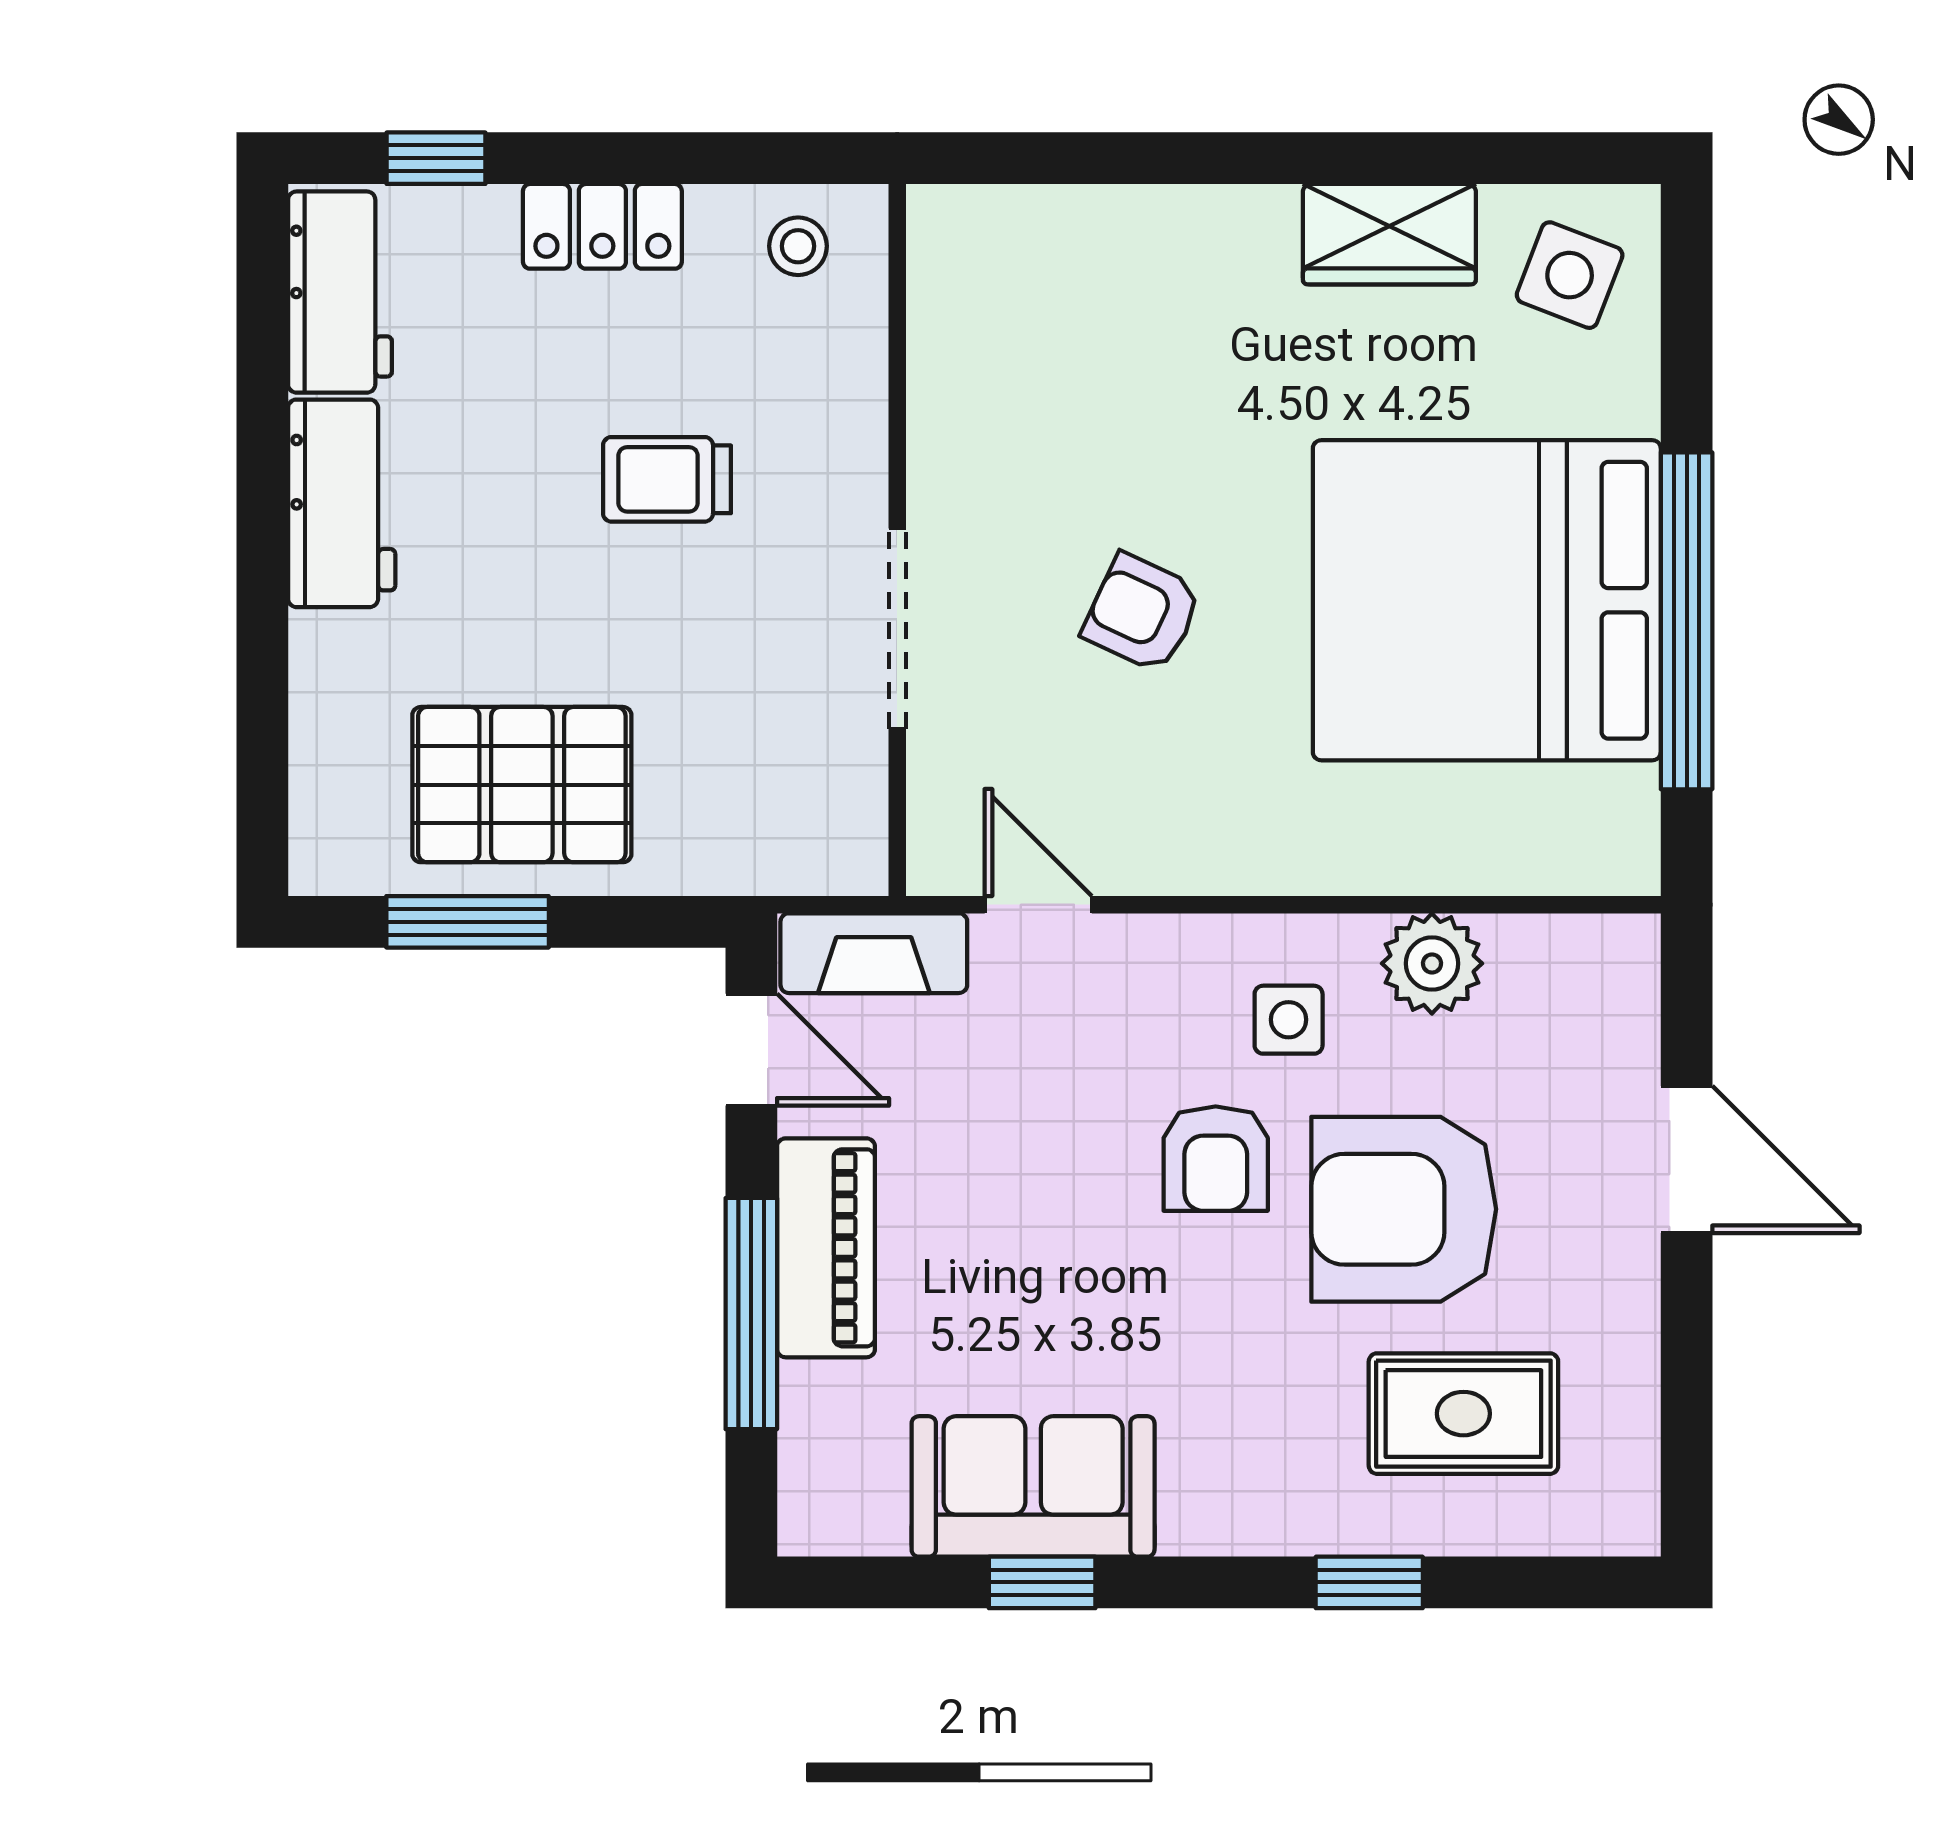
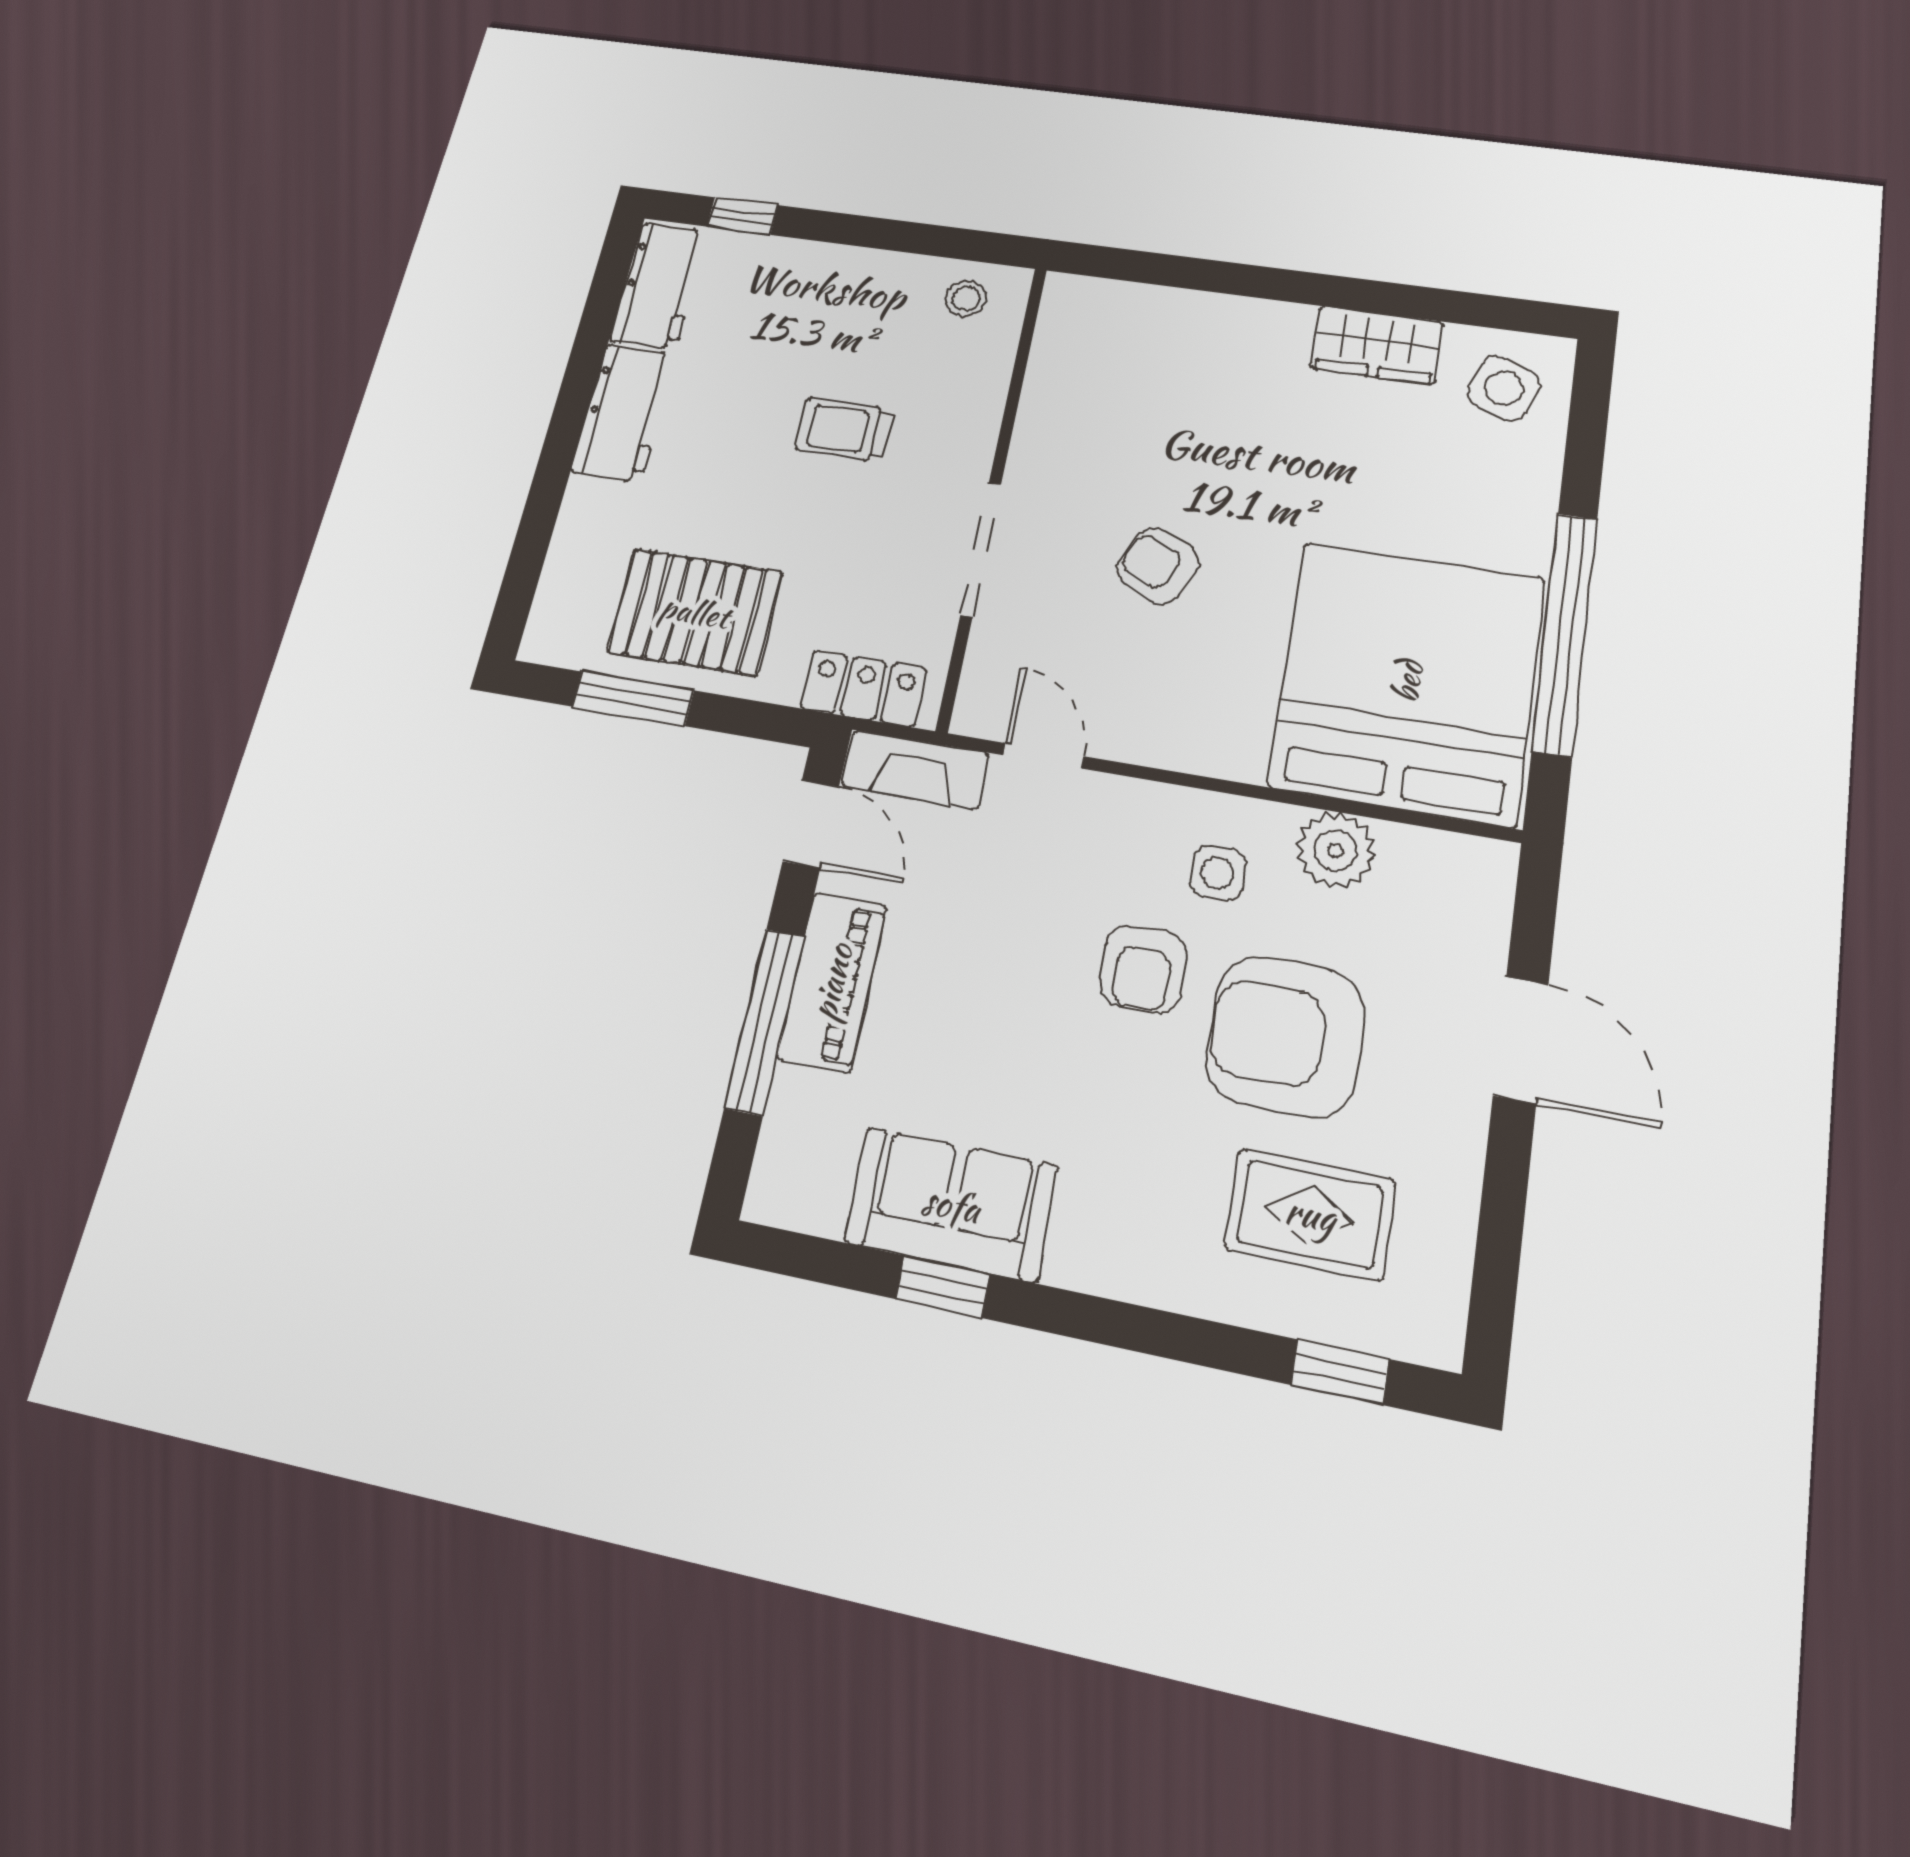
locker: (602, 226) -> (863, 688), moved, turned 180
bed: (1487, 600) -> (1407, 682), moved, turned 90
window: (1369, 1582) -> (1340, 1372), moved

